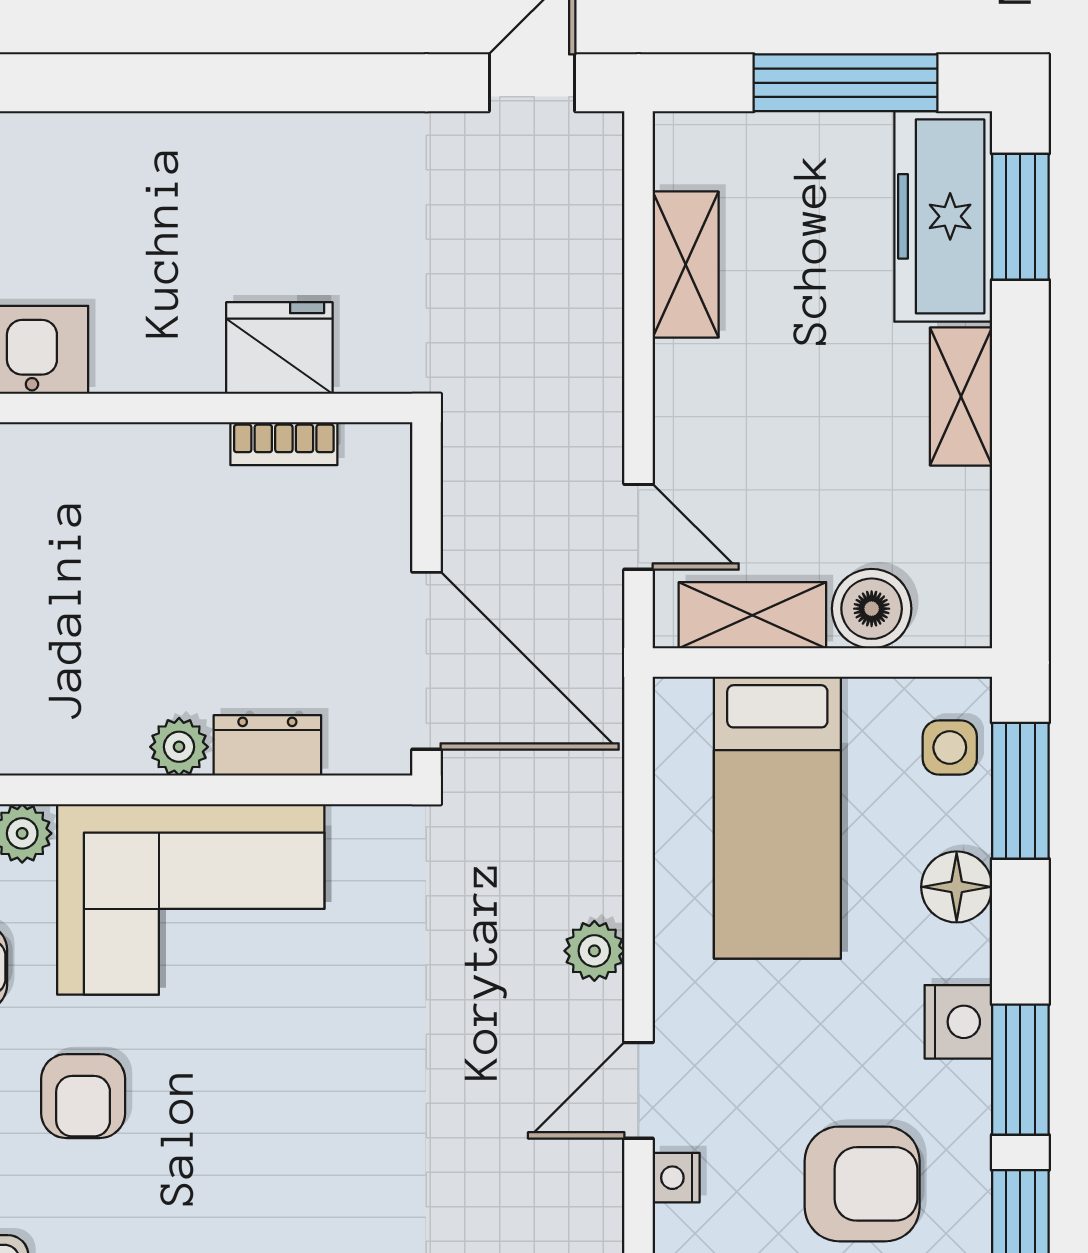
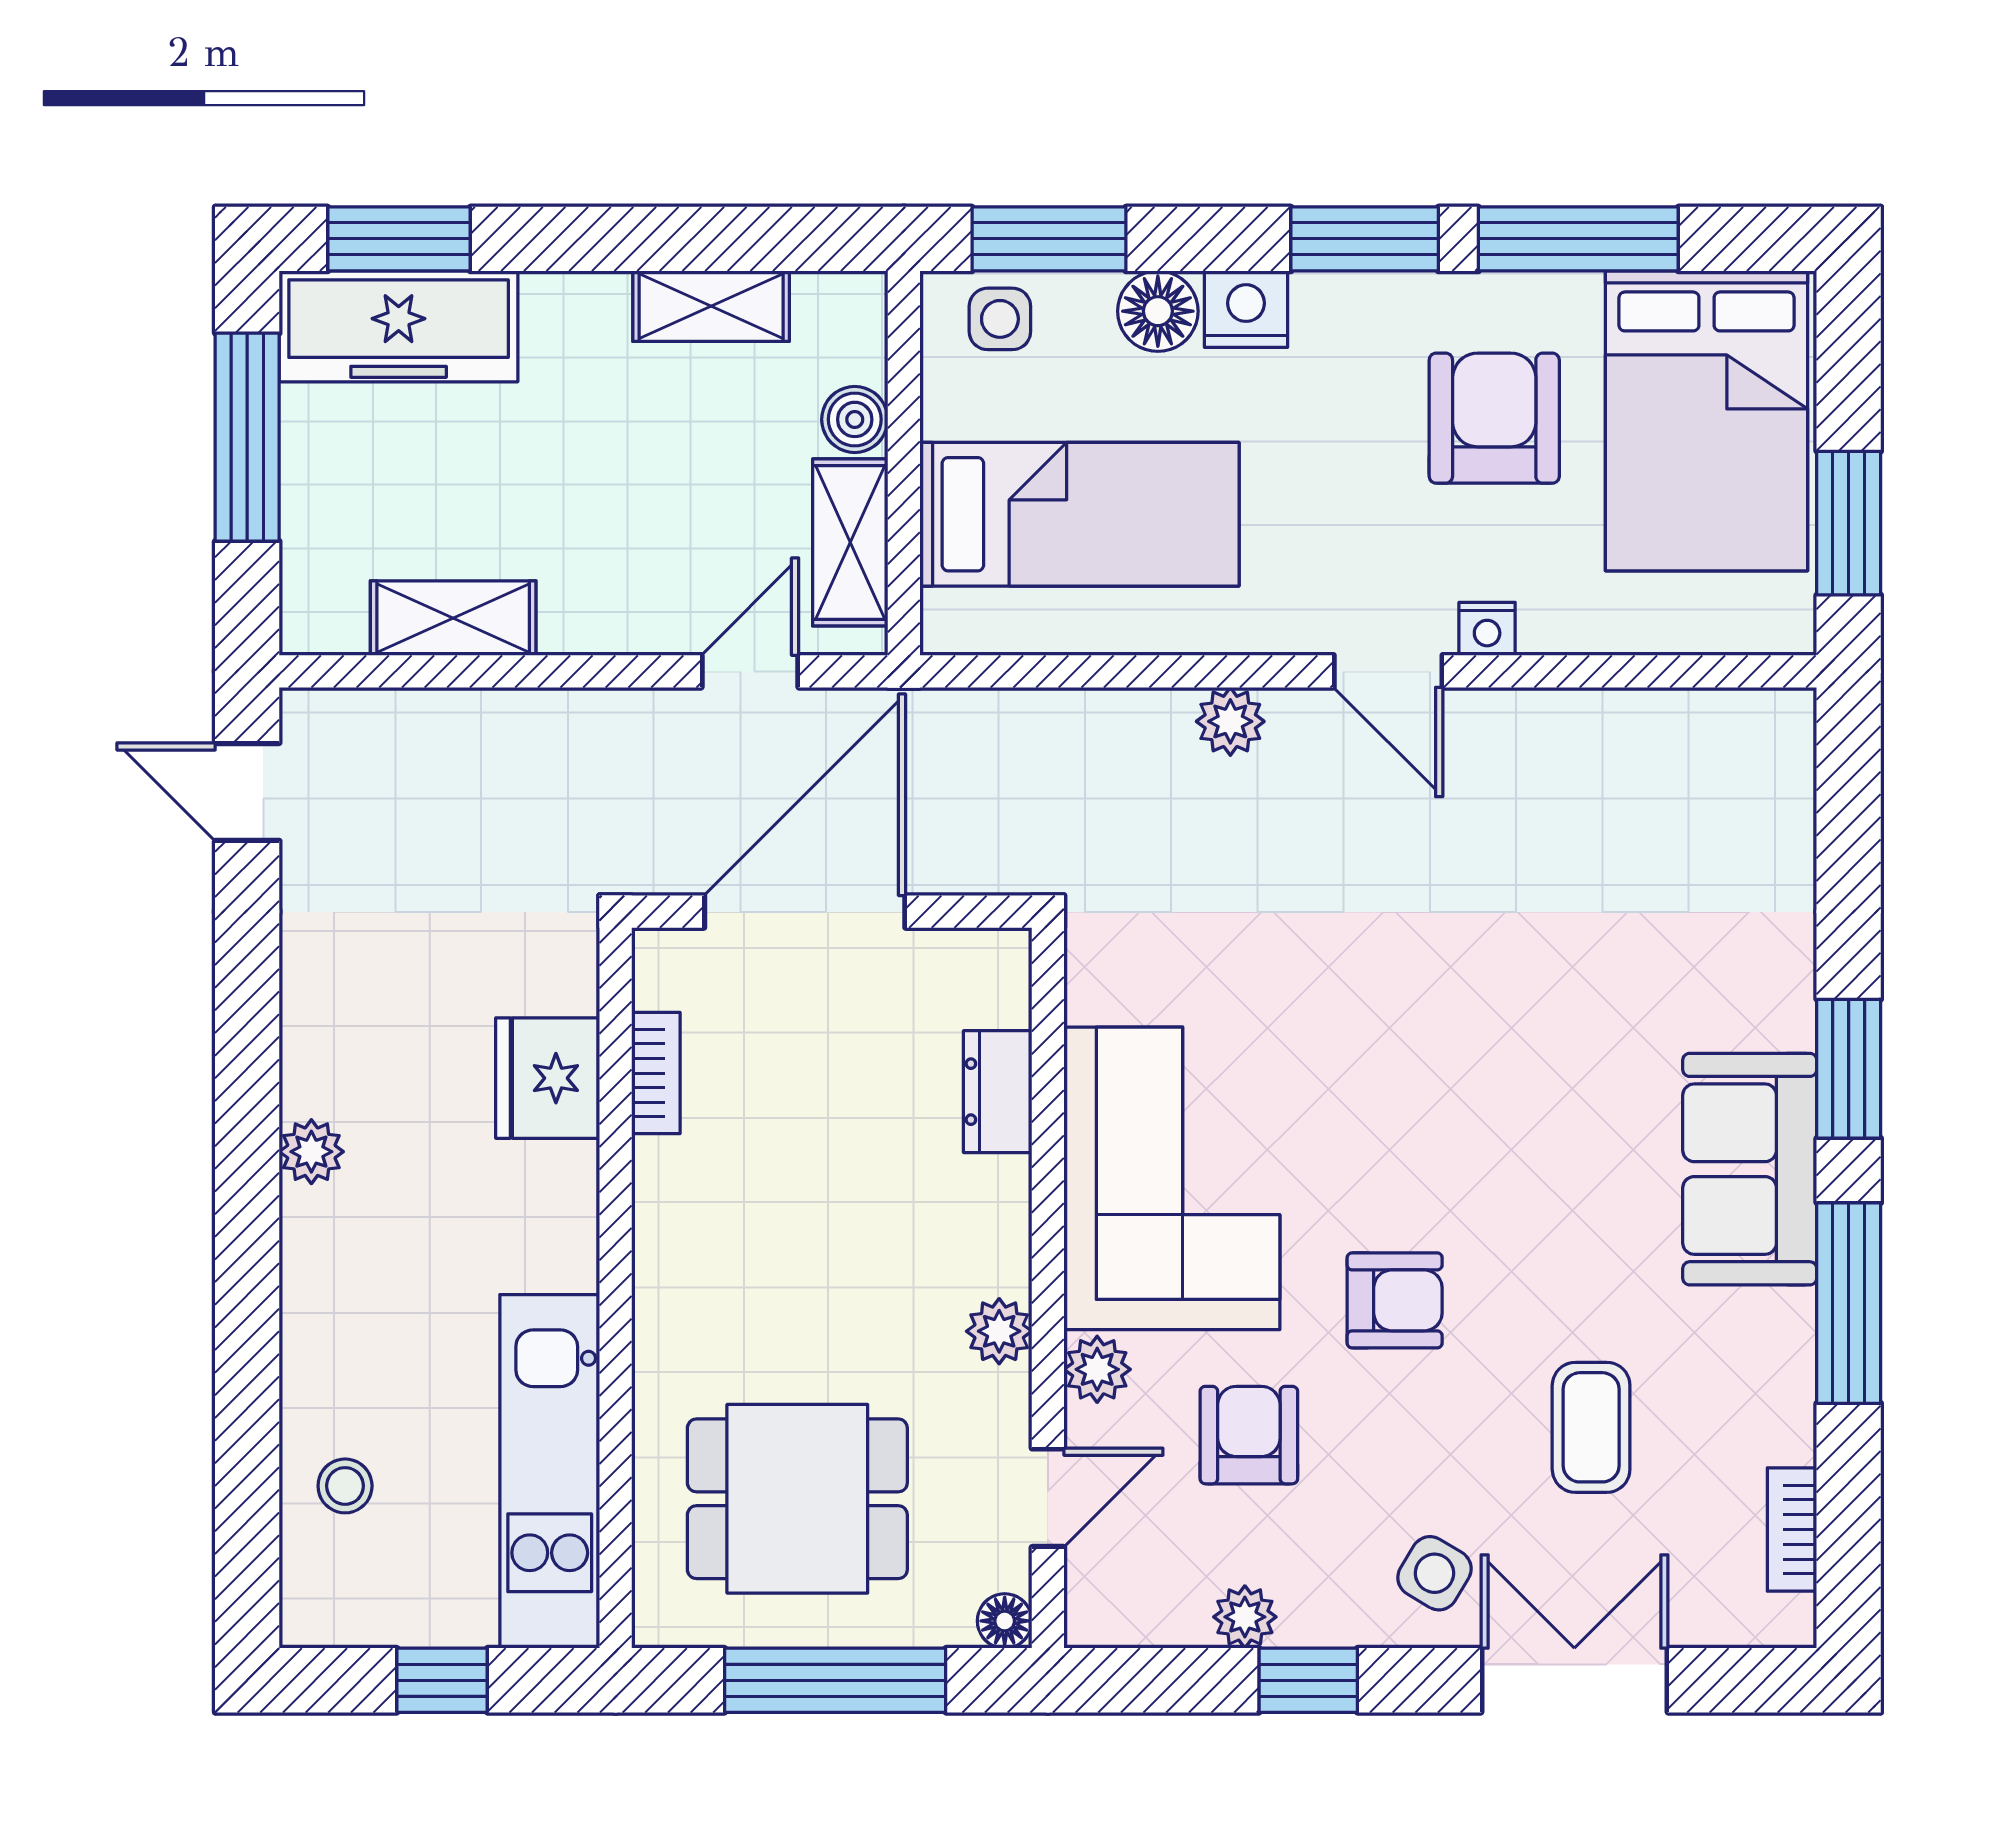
plant: (214, 139) -> (311, 1152), added
shelving: (961, 396) -> (711, 306), moved
boiler: (872, 609) -> (855, 419), width x0.73, depth x0.73
door: (426, 661) -> (805, 912), moved
plant: (179, 747) -> (999, 1331), moved
nightstand: (958, 1022) -> (1246, 309), moved

